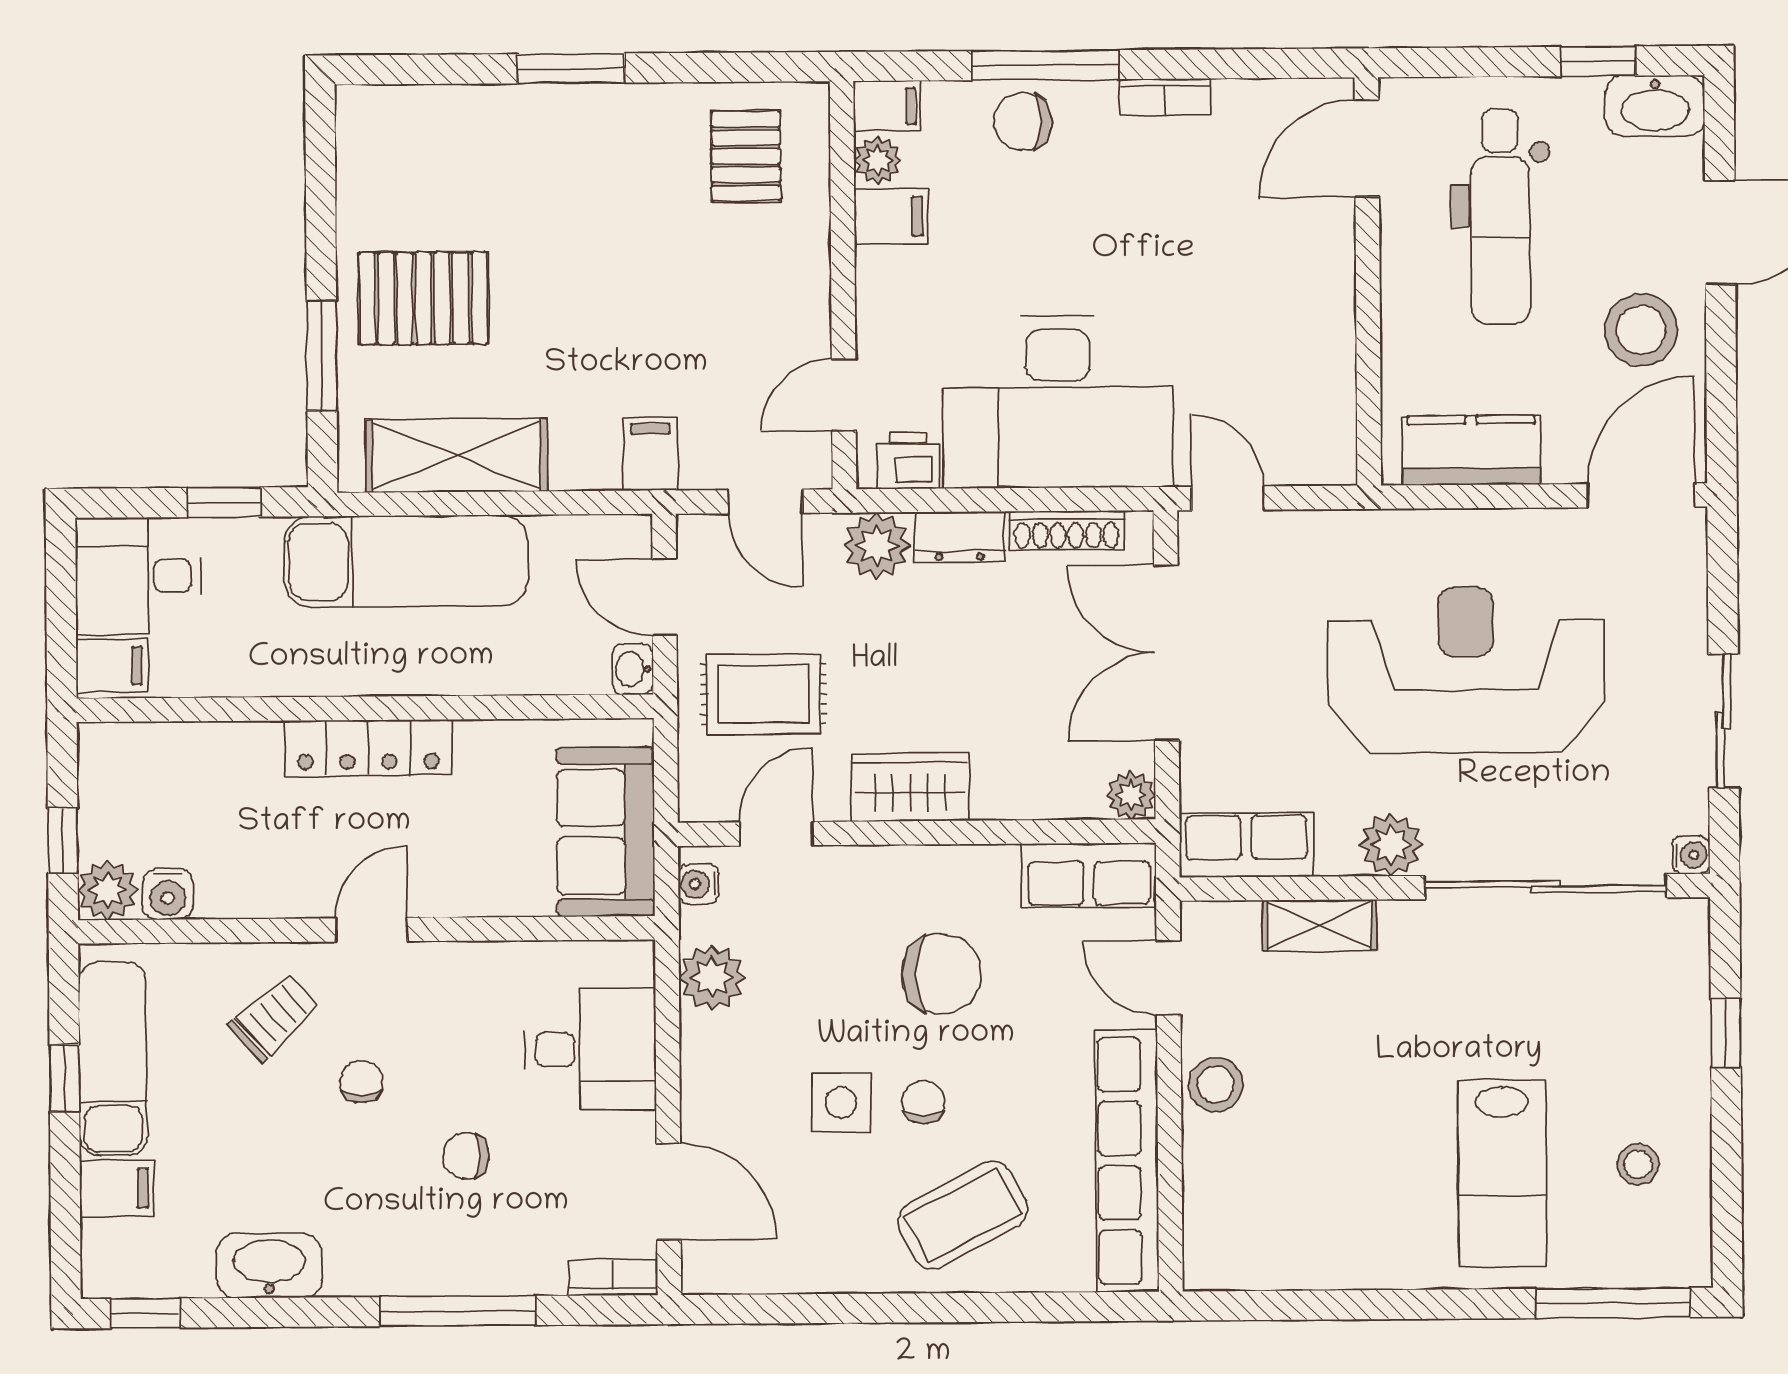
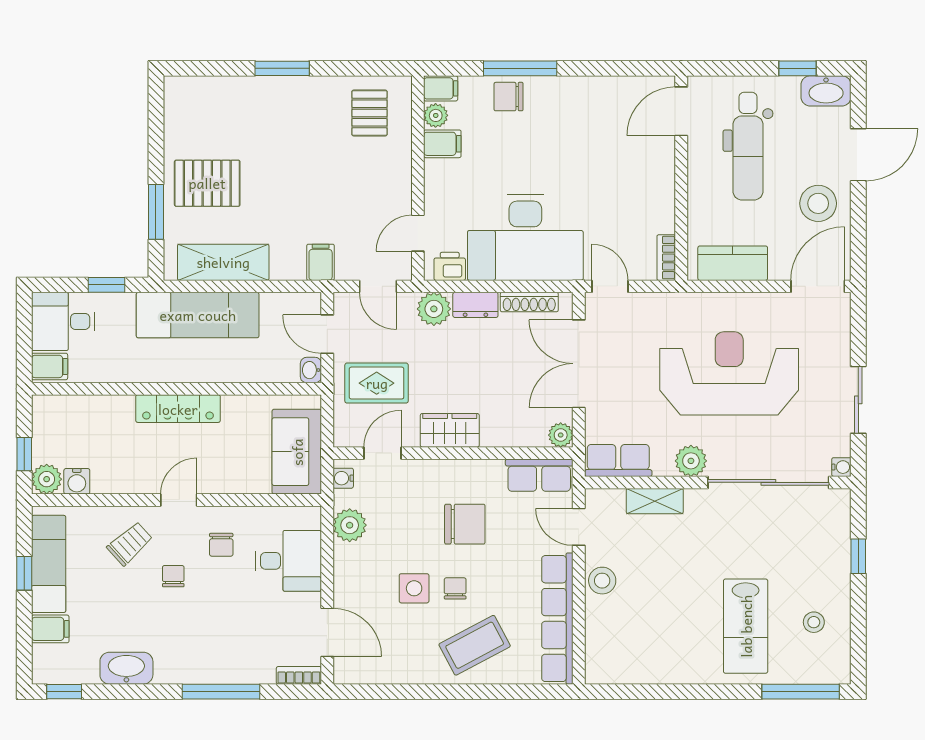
bookcase: (1165, 97) -> (666, 258), moved, turned 90
chair: (466, 1156) -> (221, 545), moved, turned -90

